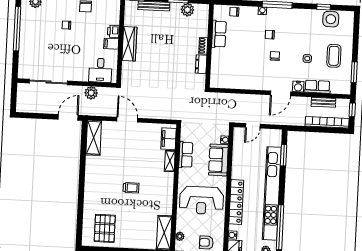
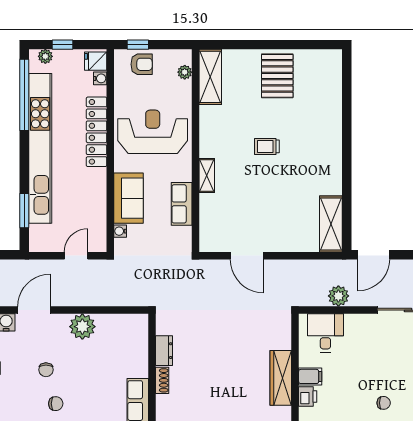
plant: (251, 82) -> (82, 327), added
door: (127, 120) -> (247, 256), moved
filing cabinet: (168, 139) -> (211, 228), removed
shelving: (170, 161) -> (207, 176), moved
pallet: (105, 228) -> (277, 76), moved

